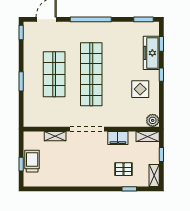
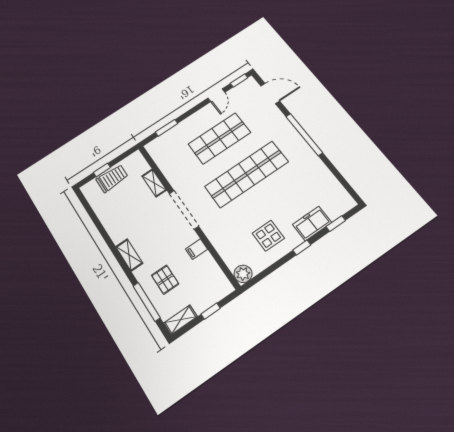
window: (144, 19) -> (347, 186), removed
freezer: (151, 53) -> (312, 223), width x0.71
door: (21, 55) -> (216, 95), added
window: (21, 81) -> (167, 128), moved
shelving: (148, 136) -> (129, 255), moved
filing cabinet: (118, 138) -> (197, 249), width x0.50
window: (129, 189) -> (147, 302), width x2.17

